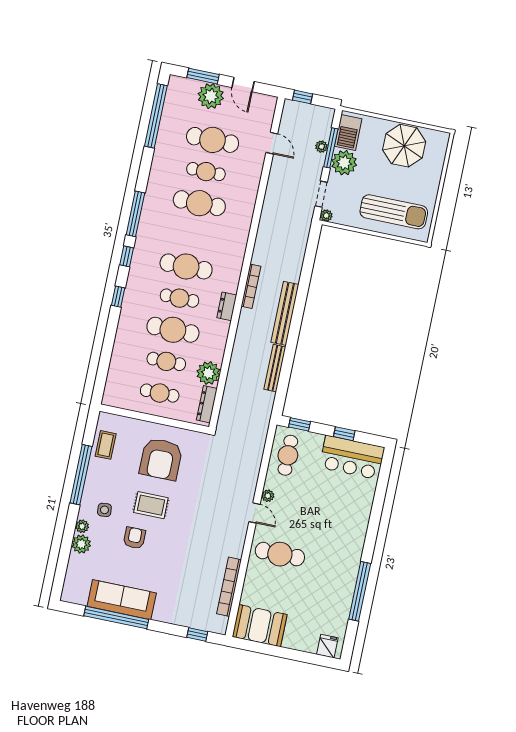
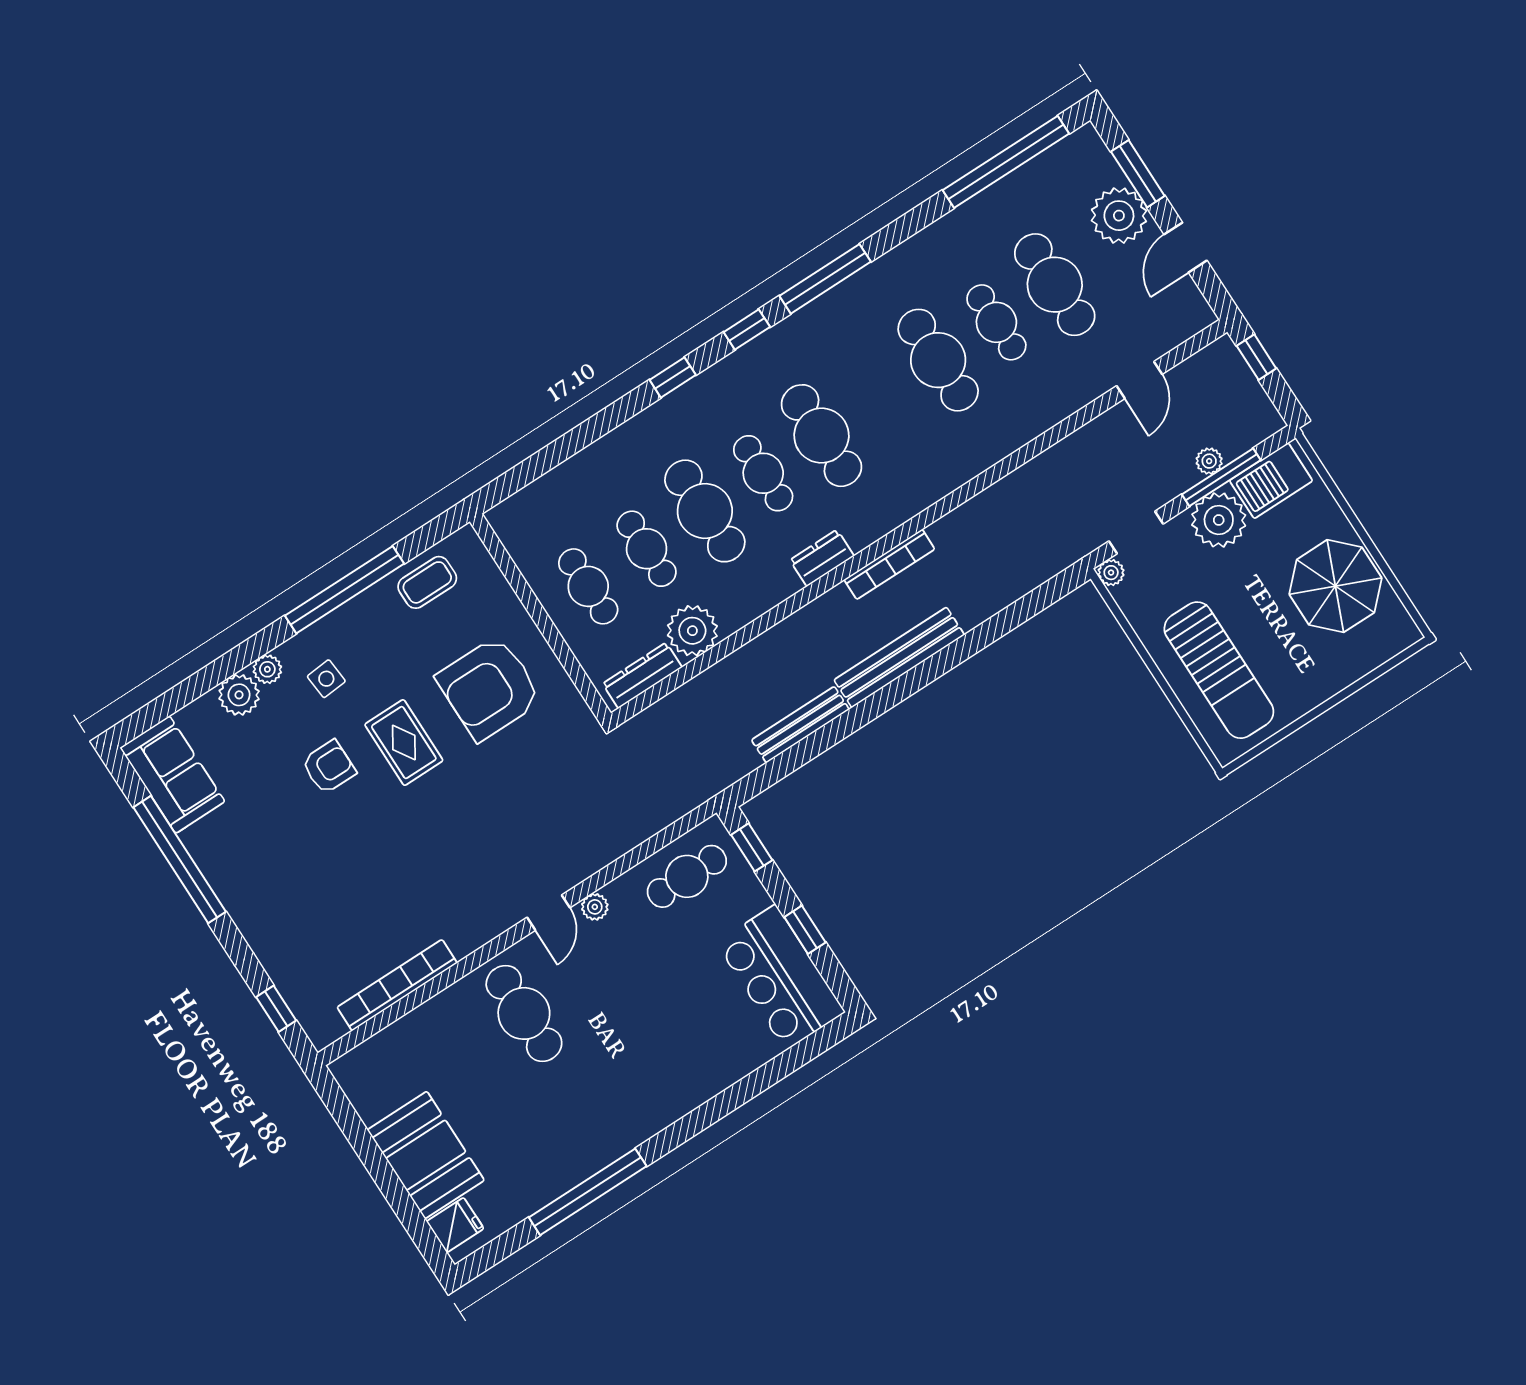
sofa: (122, 600) -> (172, 775), moved, width x0.73
booth: (260, 626) -> (426, 1155), moved

